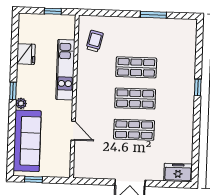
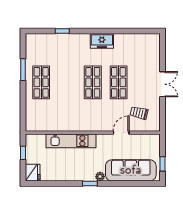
trolley: (95, 41) -> (139, 113), moved
fridge: (26, 54) -> (33, 173), moved, turned 90
shop shelf: (136, 67) -> (41, 82), moved
window: (198, 87) -> (62, 31), moved
freezer: (178, 173) -> (102, 41), moved, turned -90

